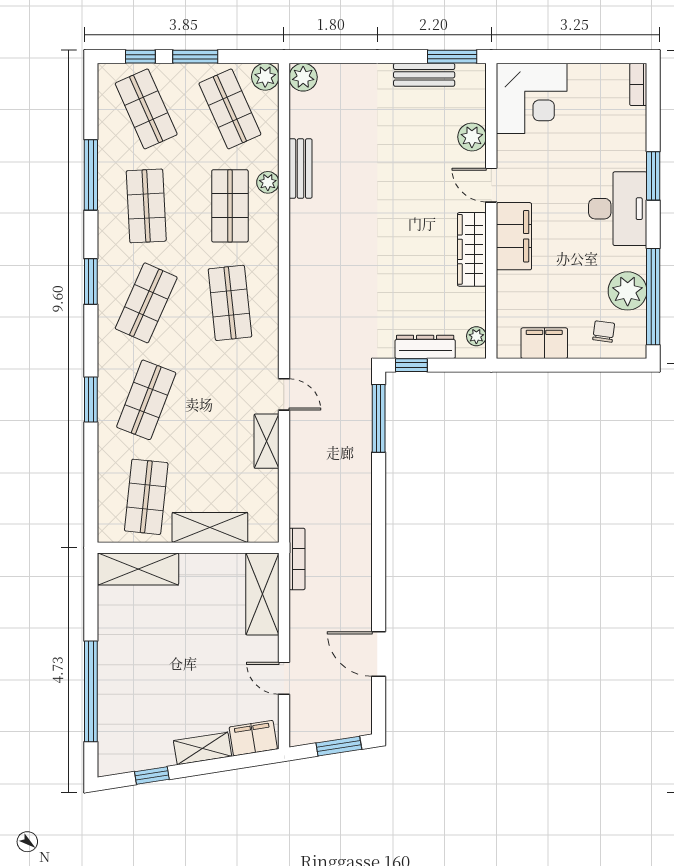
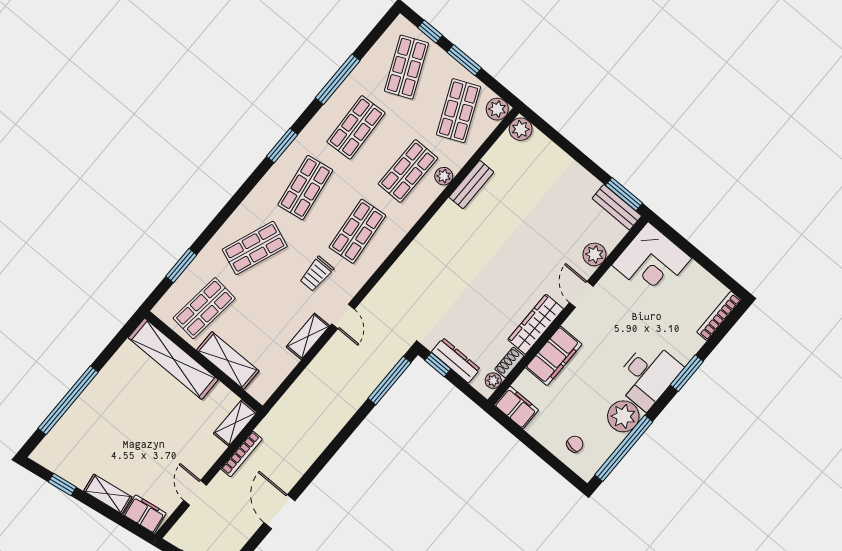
bench: (424, 75) -> (617, 207), moved
bookcase: (638, 84) -> (719, 316), width x1.56
filing cabinet: (514, 236) -> (554, 356), moved
plant: (628, 291) -> (623, 416), moved
shop shelf: (146, 303) -> (305, 188), turned -33
shoe rack: (477, 306) -> (509, 363), added
filing cabinet: (544, 343) -> (516, 407), moved
trolley: (225, 375) -> (316, 274), added
window: (91, 400) -> (181, 266), moved
bookcase: (297, 559) -> (242, 454), moved
shelving: (138, 569) -> (173, 359), width x1.47
shelving: (262, 594) -> (235, 423), width x0.67, depth x0.75
door: (379, 654) -> (279, 512), moved

